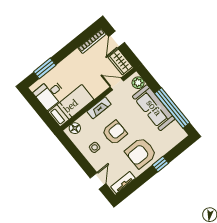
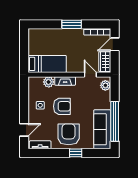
window: (45, 68) -> (72, 24), moved
desk: (50, 94) -> (39, 44), removed
sofa: (154, 108) -> (102, 129), moved
plant: (85, 121) -> (49, 82), added
floor lamp: (75, 128) -> (37, 81), removed
armchair: (141, 153) -> (69, 134), turned 90

